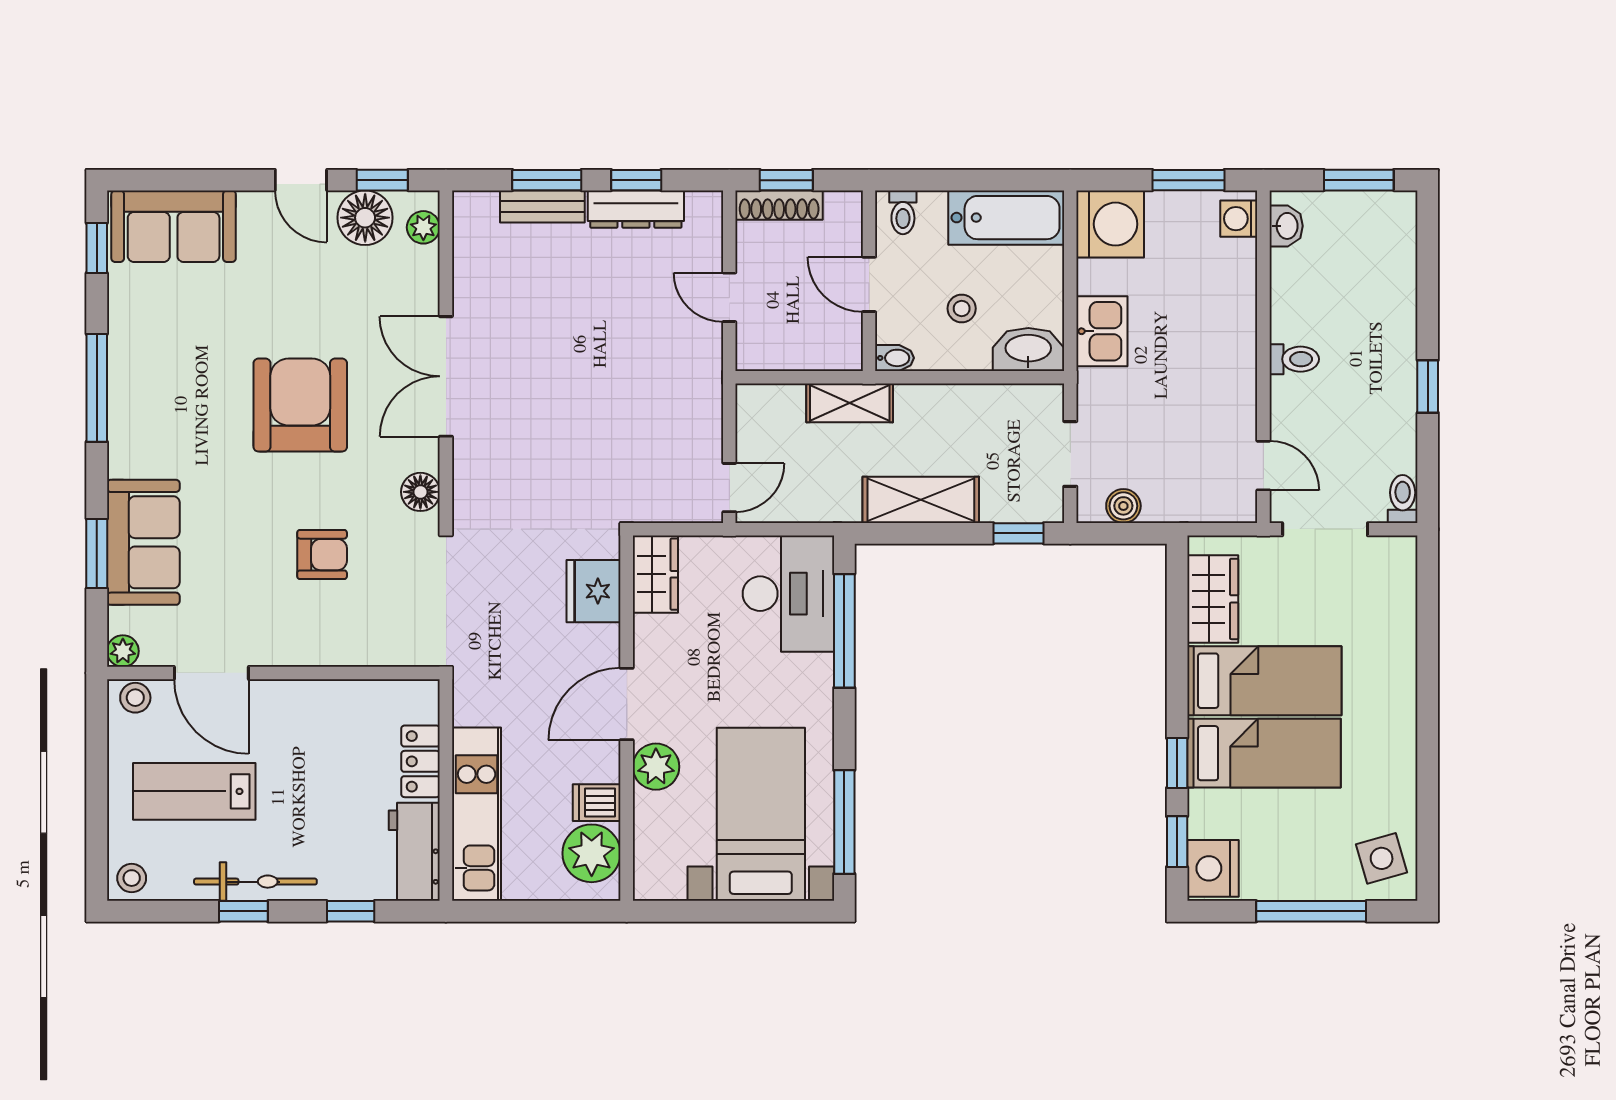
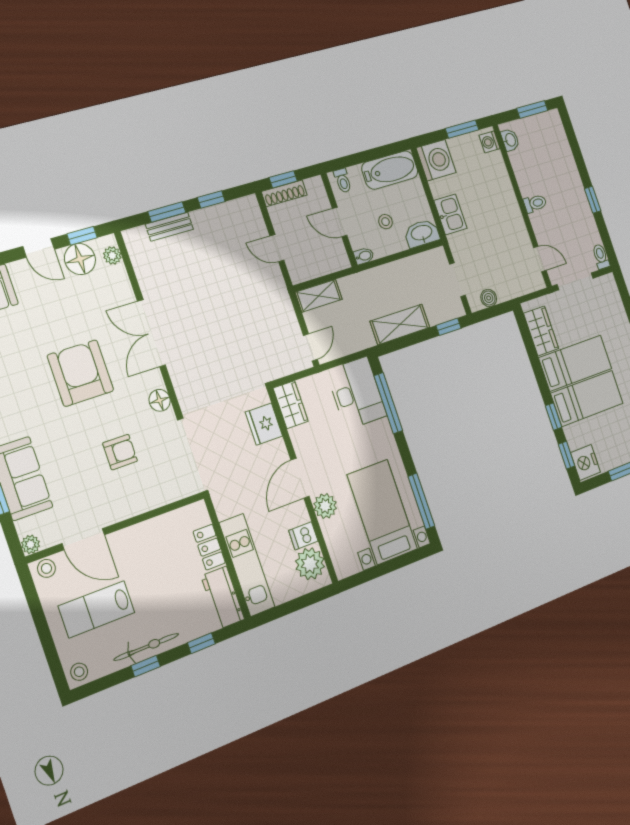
dresser: (636, 209) -> (216, 215), removed
shelving: (850, 403) -> (319, 296), moved

